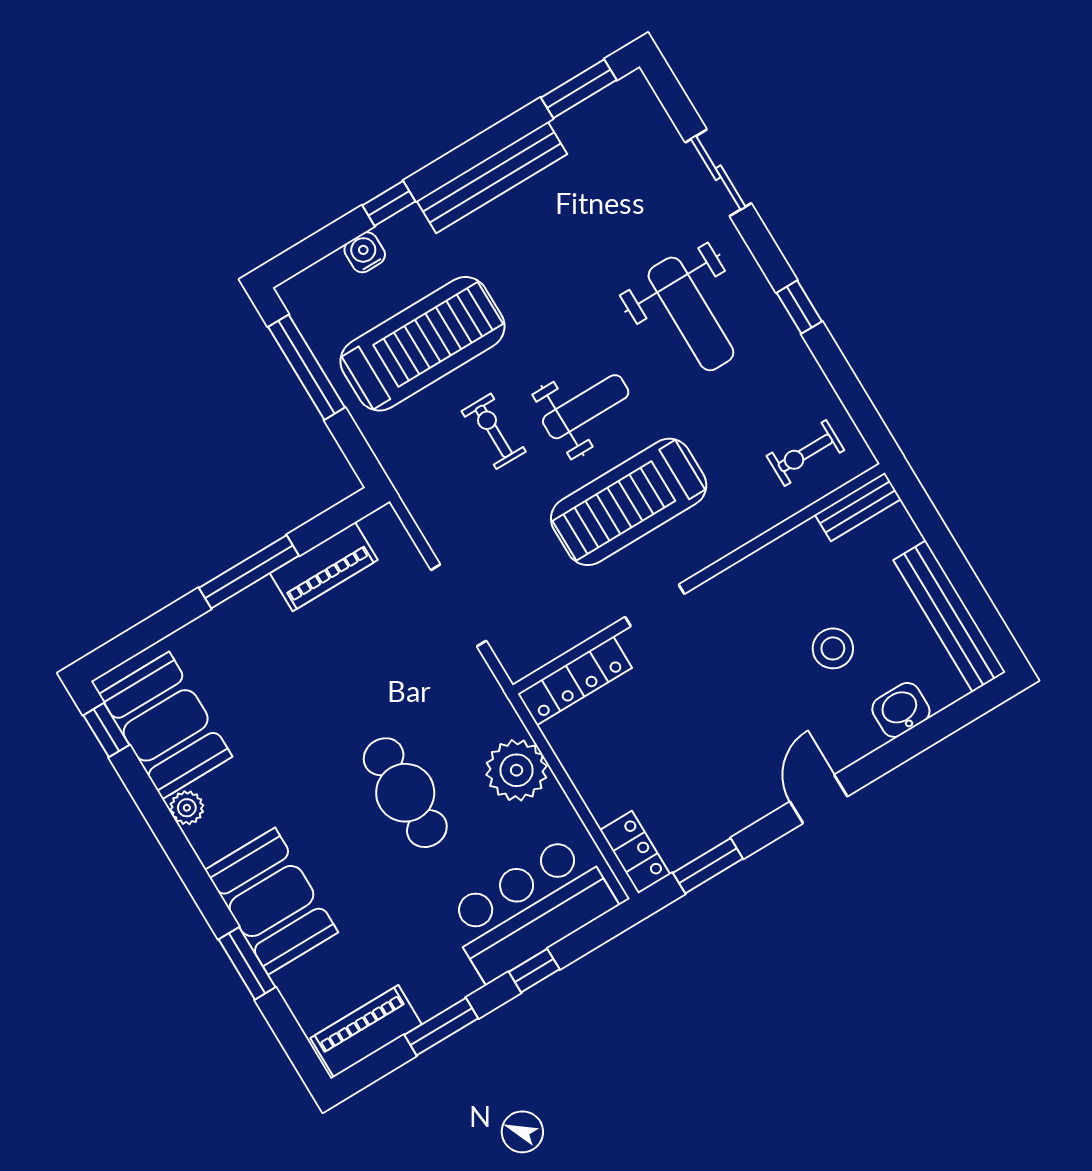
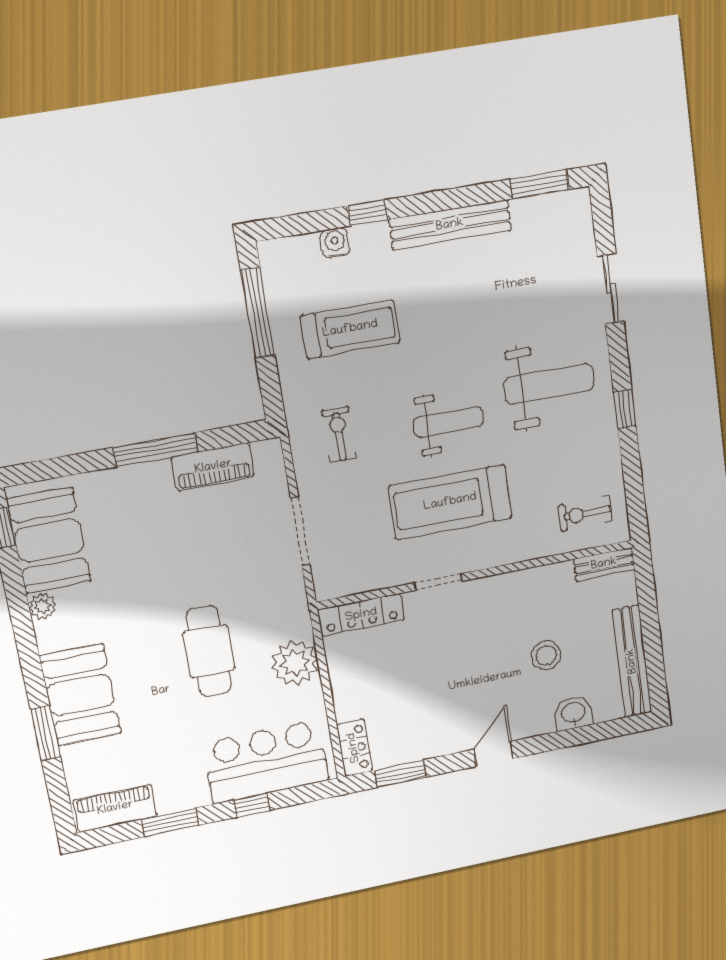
weight bench: (691, 314) -> (549, 384), turned -90
treadmill: (422, 344) -> (350, 329), width x0.73, depth x0.73
exercise bike: (494, 431) -> (339, 434), moved

